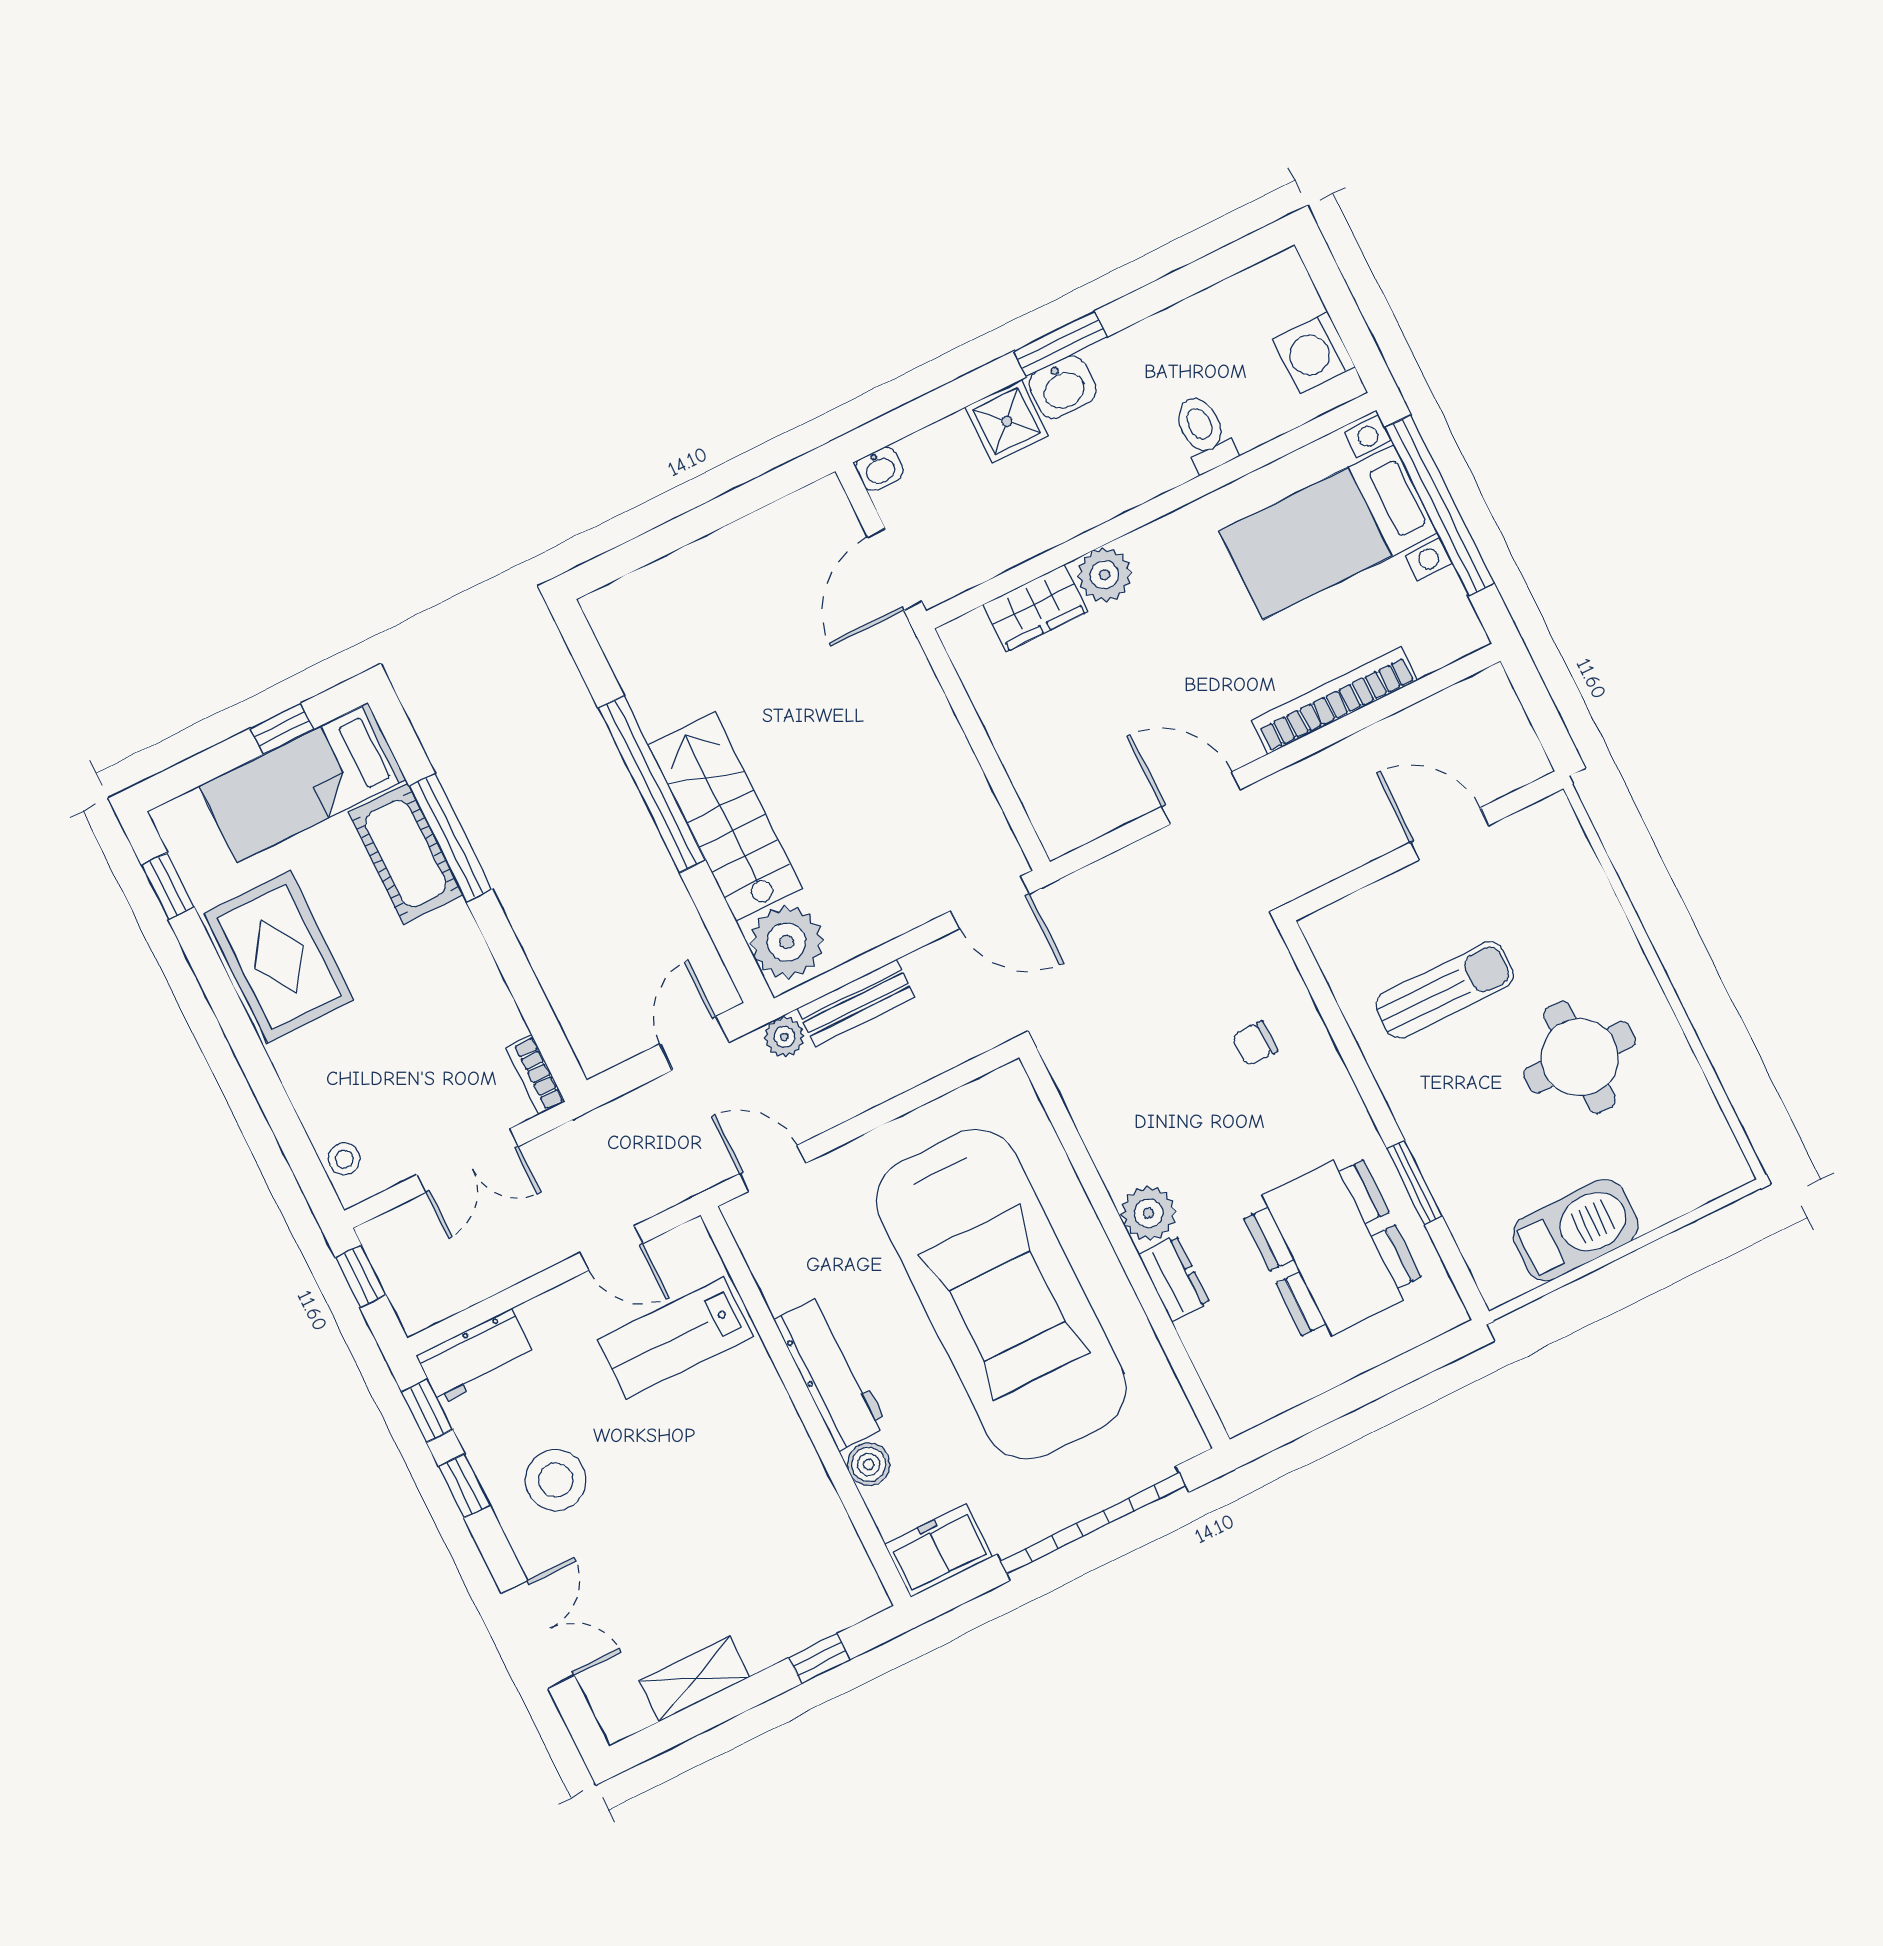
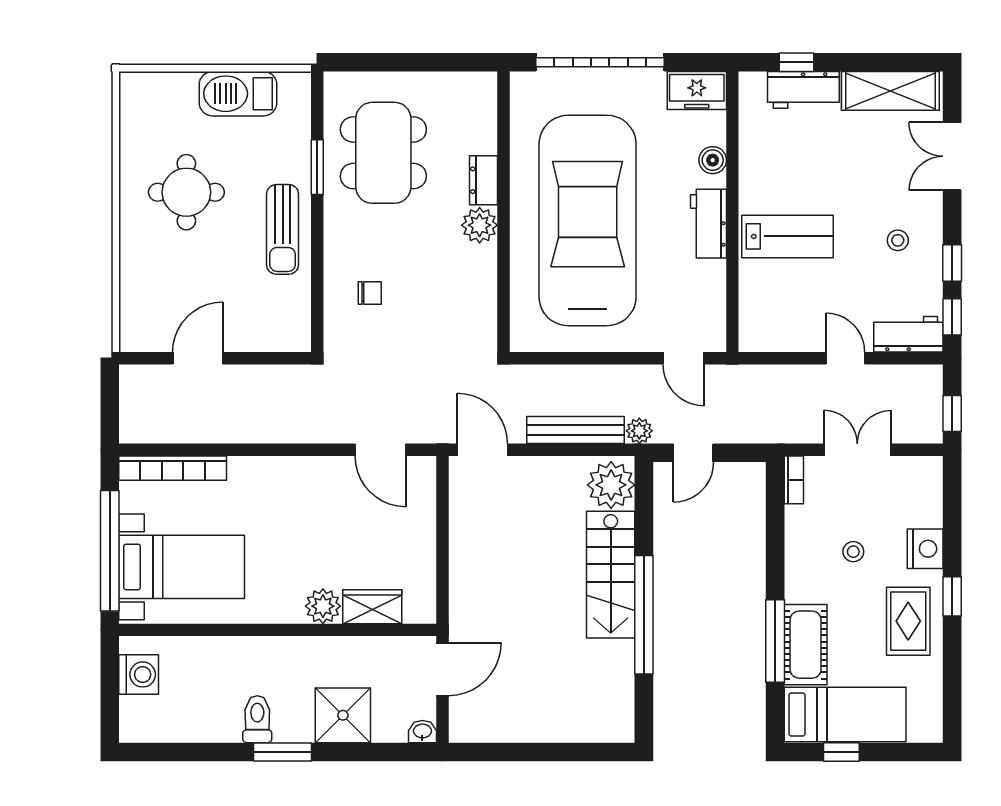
washbasin: (1063, 387) -> (294, 726), removed
shower: (1007, 421) -> (343, 715), width x1.36, depth x1.36
toilet: (1204, 433) -> (257, 719), moved, turned 180
bookcase: (1335, 700) -> (173, 468), moved
door: (1201, 798) -> (380, 450), moved
door: (1450, 834) -> (198, 358), swing flipped
window: (168, 886) -> (952, 596), moved
rug: (279, 957) -> (908, 621), width x0.73, depth x0.70
sun lounger: (1445, 990) -> (283, 229), moved, turned -90
bench: (856, 1003) -> (575, 430), width x1.36
nightstand: (305, 1069) -> (925, 549), added
stool: (344, 1159) -> (853, 552), moved
door: (612, 1248) -> (845, 358), moved
lab bench: (675, 1338) -> (787, 236), moved
workbench: (831, 1373) -> (708, 224), width x0.73
stool: (556, 1480) -> (898, 240), width x0.53, depth x0.53
workbench: (791, 1625) -> (803, 90), added
shelving: (695, 1679) -> (890, 91), width x1.50, depth x1.33

